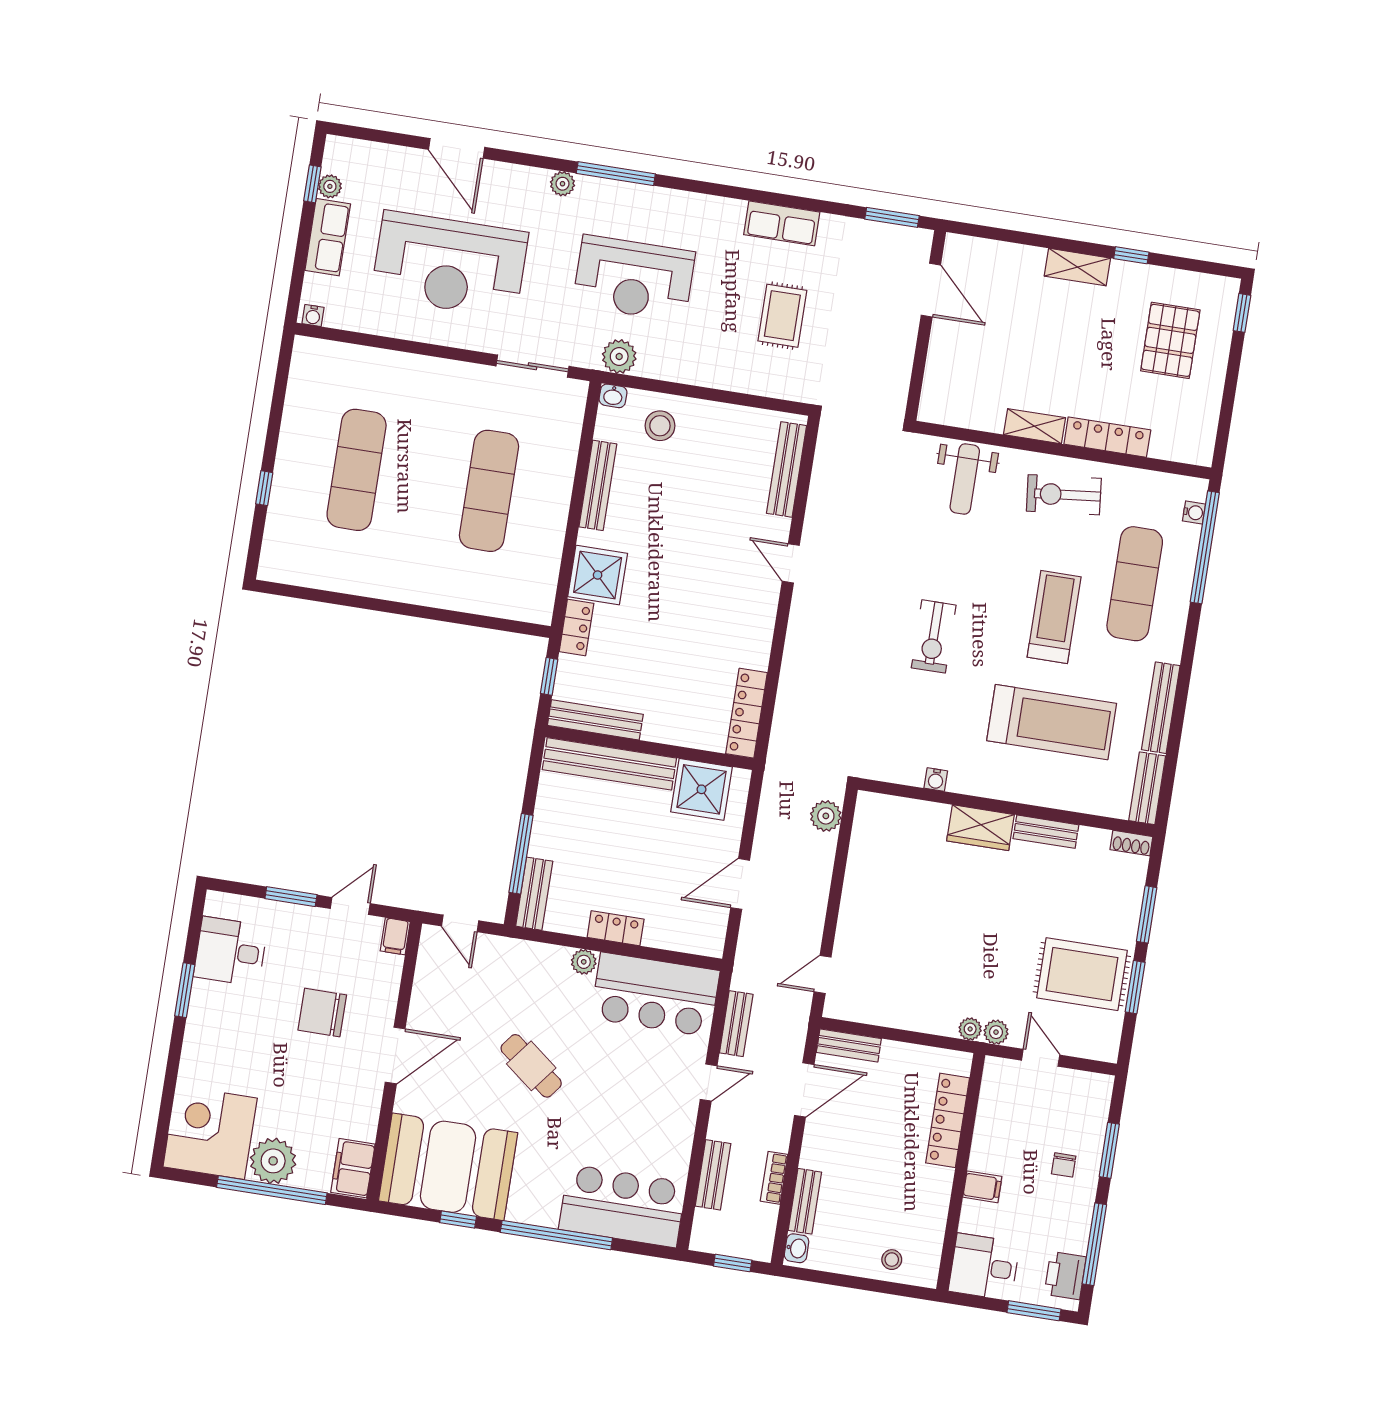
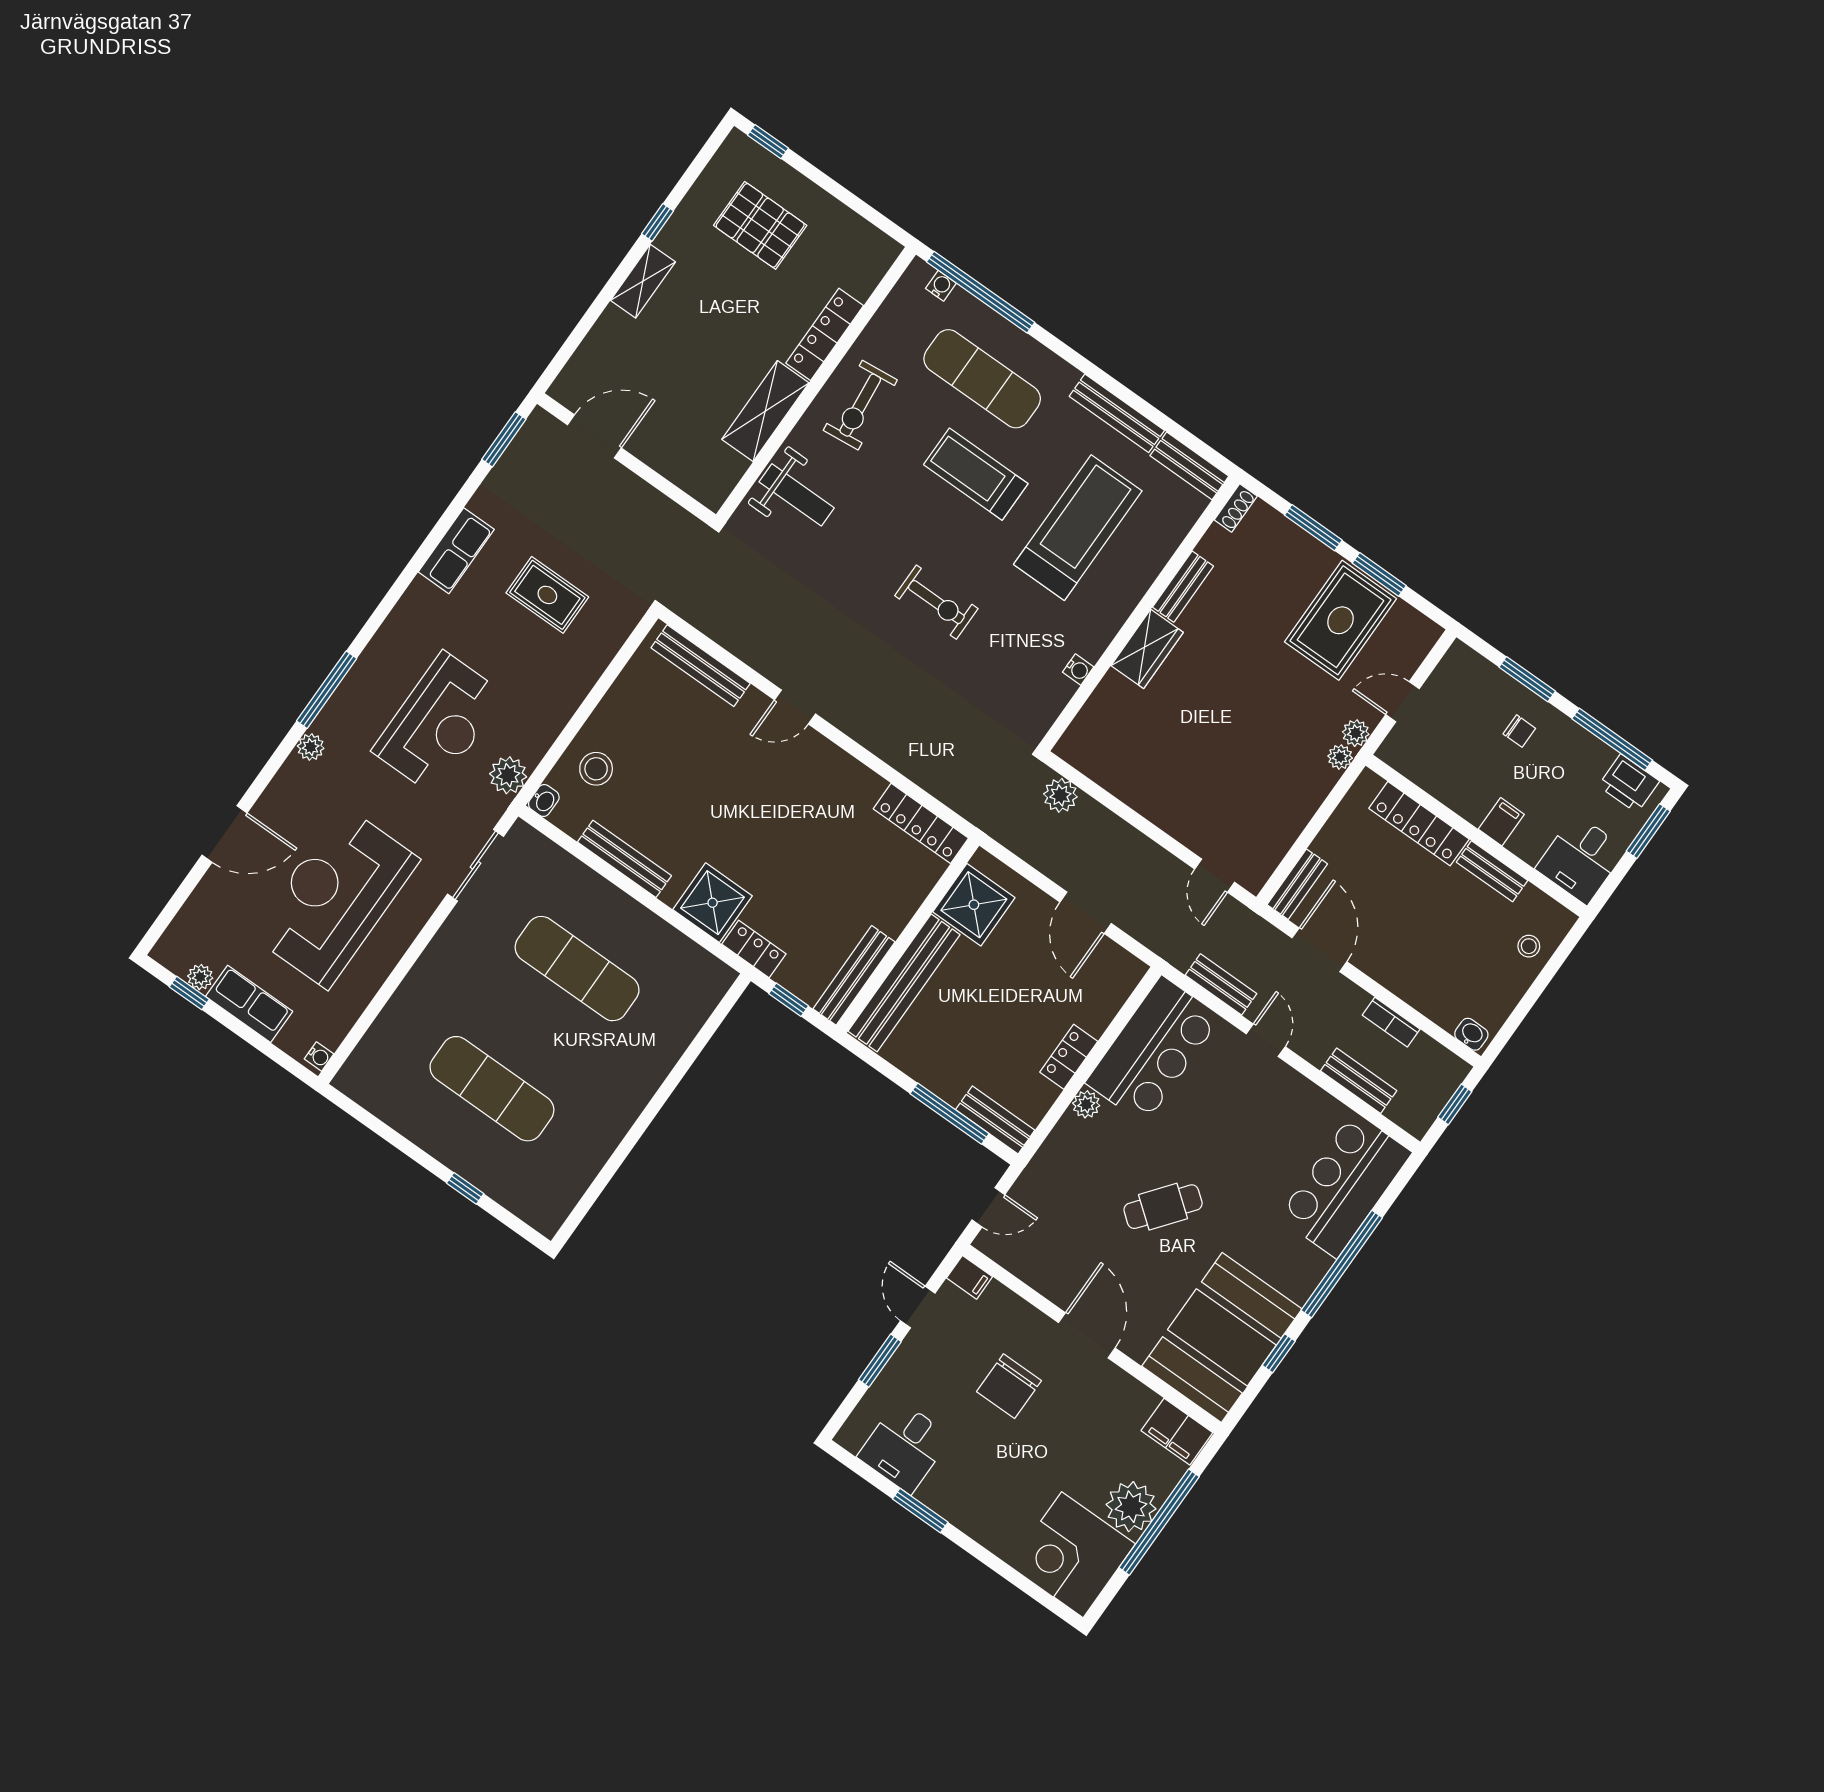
reception desk: (450, 264) -> (335, 897), turned 180
shelving: (1034, 426) -> (765, 411), width x1.50, depth x1.33
bench: (805, 1201) -> (1492, 871), moved

